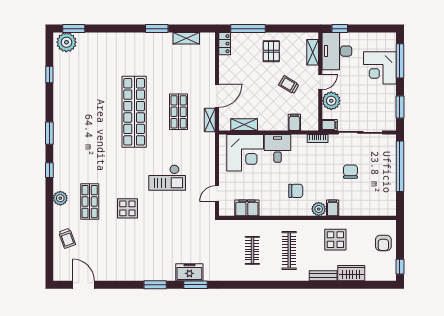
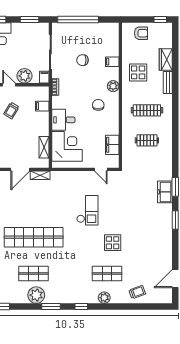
door: (217, 96) -> (20, 169), swing flipped
shop shelf: (179, 112) -> (34, 274), moved
plant: (63, 115) -> (36, 295), added
filing cabinet: (333, 208) -> (112, 62), moved

